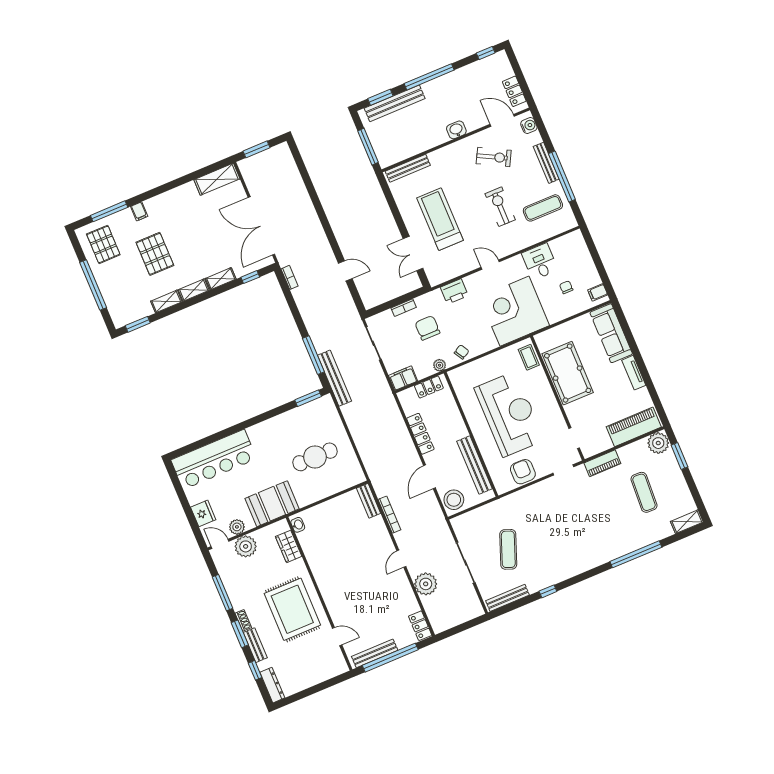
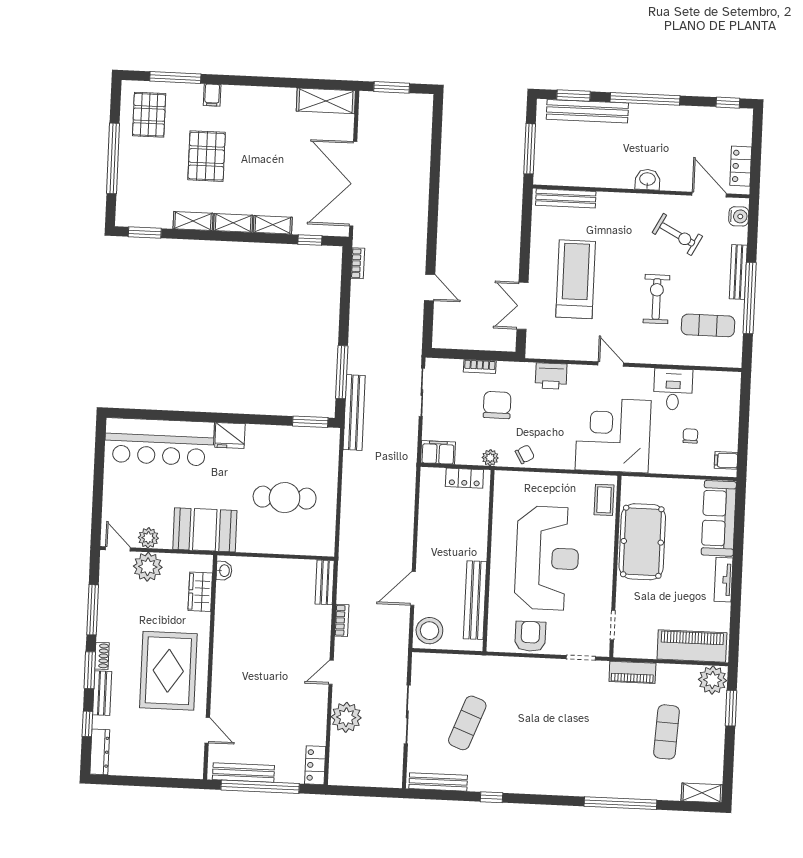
locker: (420, 434) -> (427, 530), removed
fridge: (203, 513) -> (230, 436), moved, turned 90
bookcase: (389, 515) -> (342, 620), width x0.64

